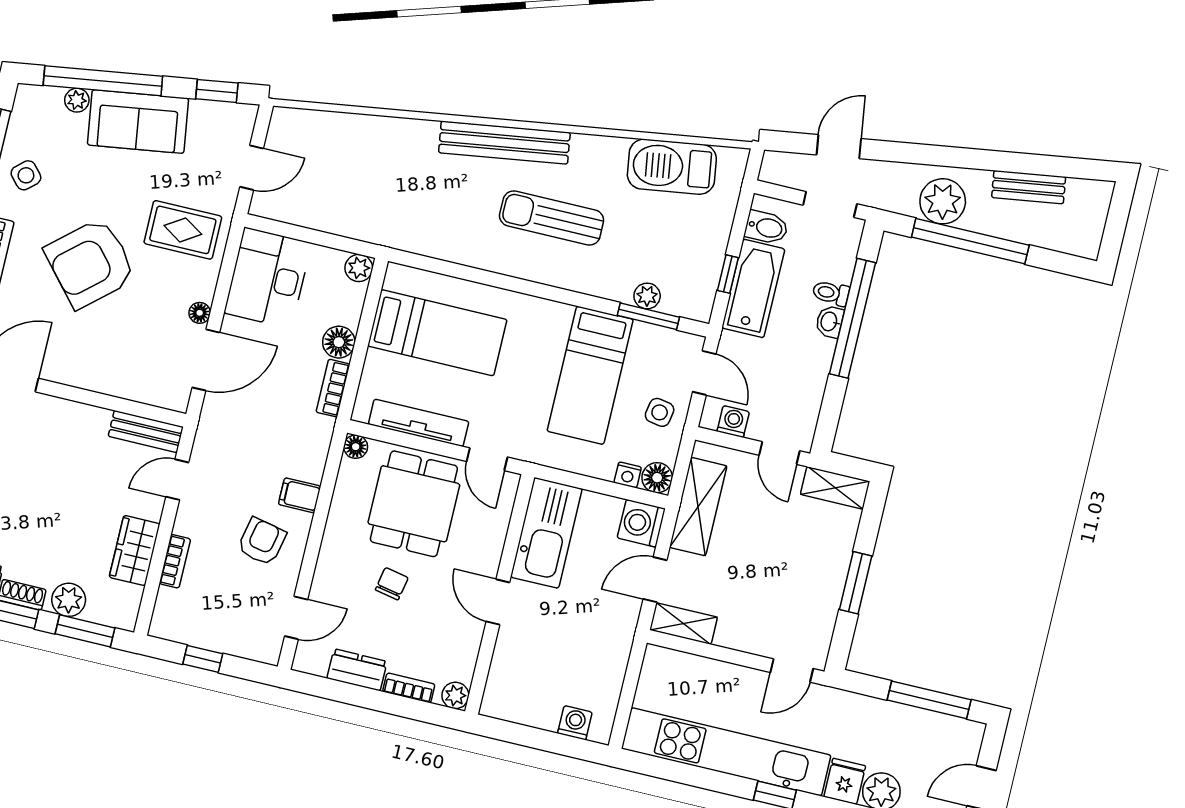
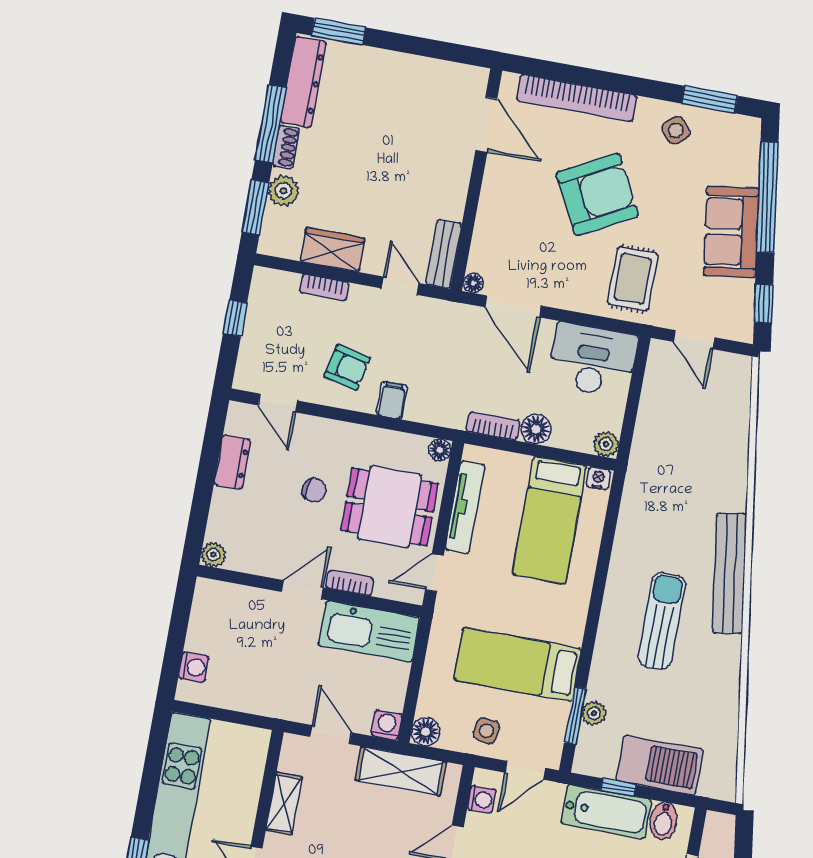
plant: (77, 100) -> (748, 174), removed
barbecue: (672, 167) -> (660, 765), moved, turned 98
armchair: (90, 263) -> (597, 194), turned 103
floor lamp: (200, 313) -> (473, 283), moved
nightstand: (628, 475) -> (598, 478), moved, turned 90
washing machine: (641, 523) -> (387, 725), width x0.73, depth x0.73
shelving: (684, 624) -> (284, 803), moved
bookcase: (409, 688) -> (350, 583), moved, turned -90

